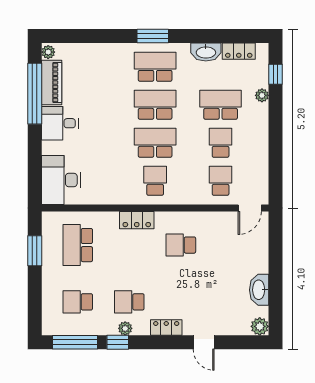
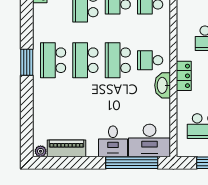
washbasin: (206, 52) -> (163, 85), moved, turned 180
window: (35, 94) -> (132, 163), moved
desk: (60, 123) -> (113, 141), moved

